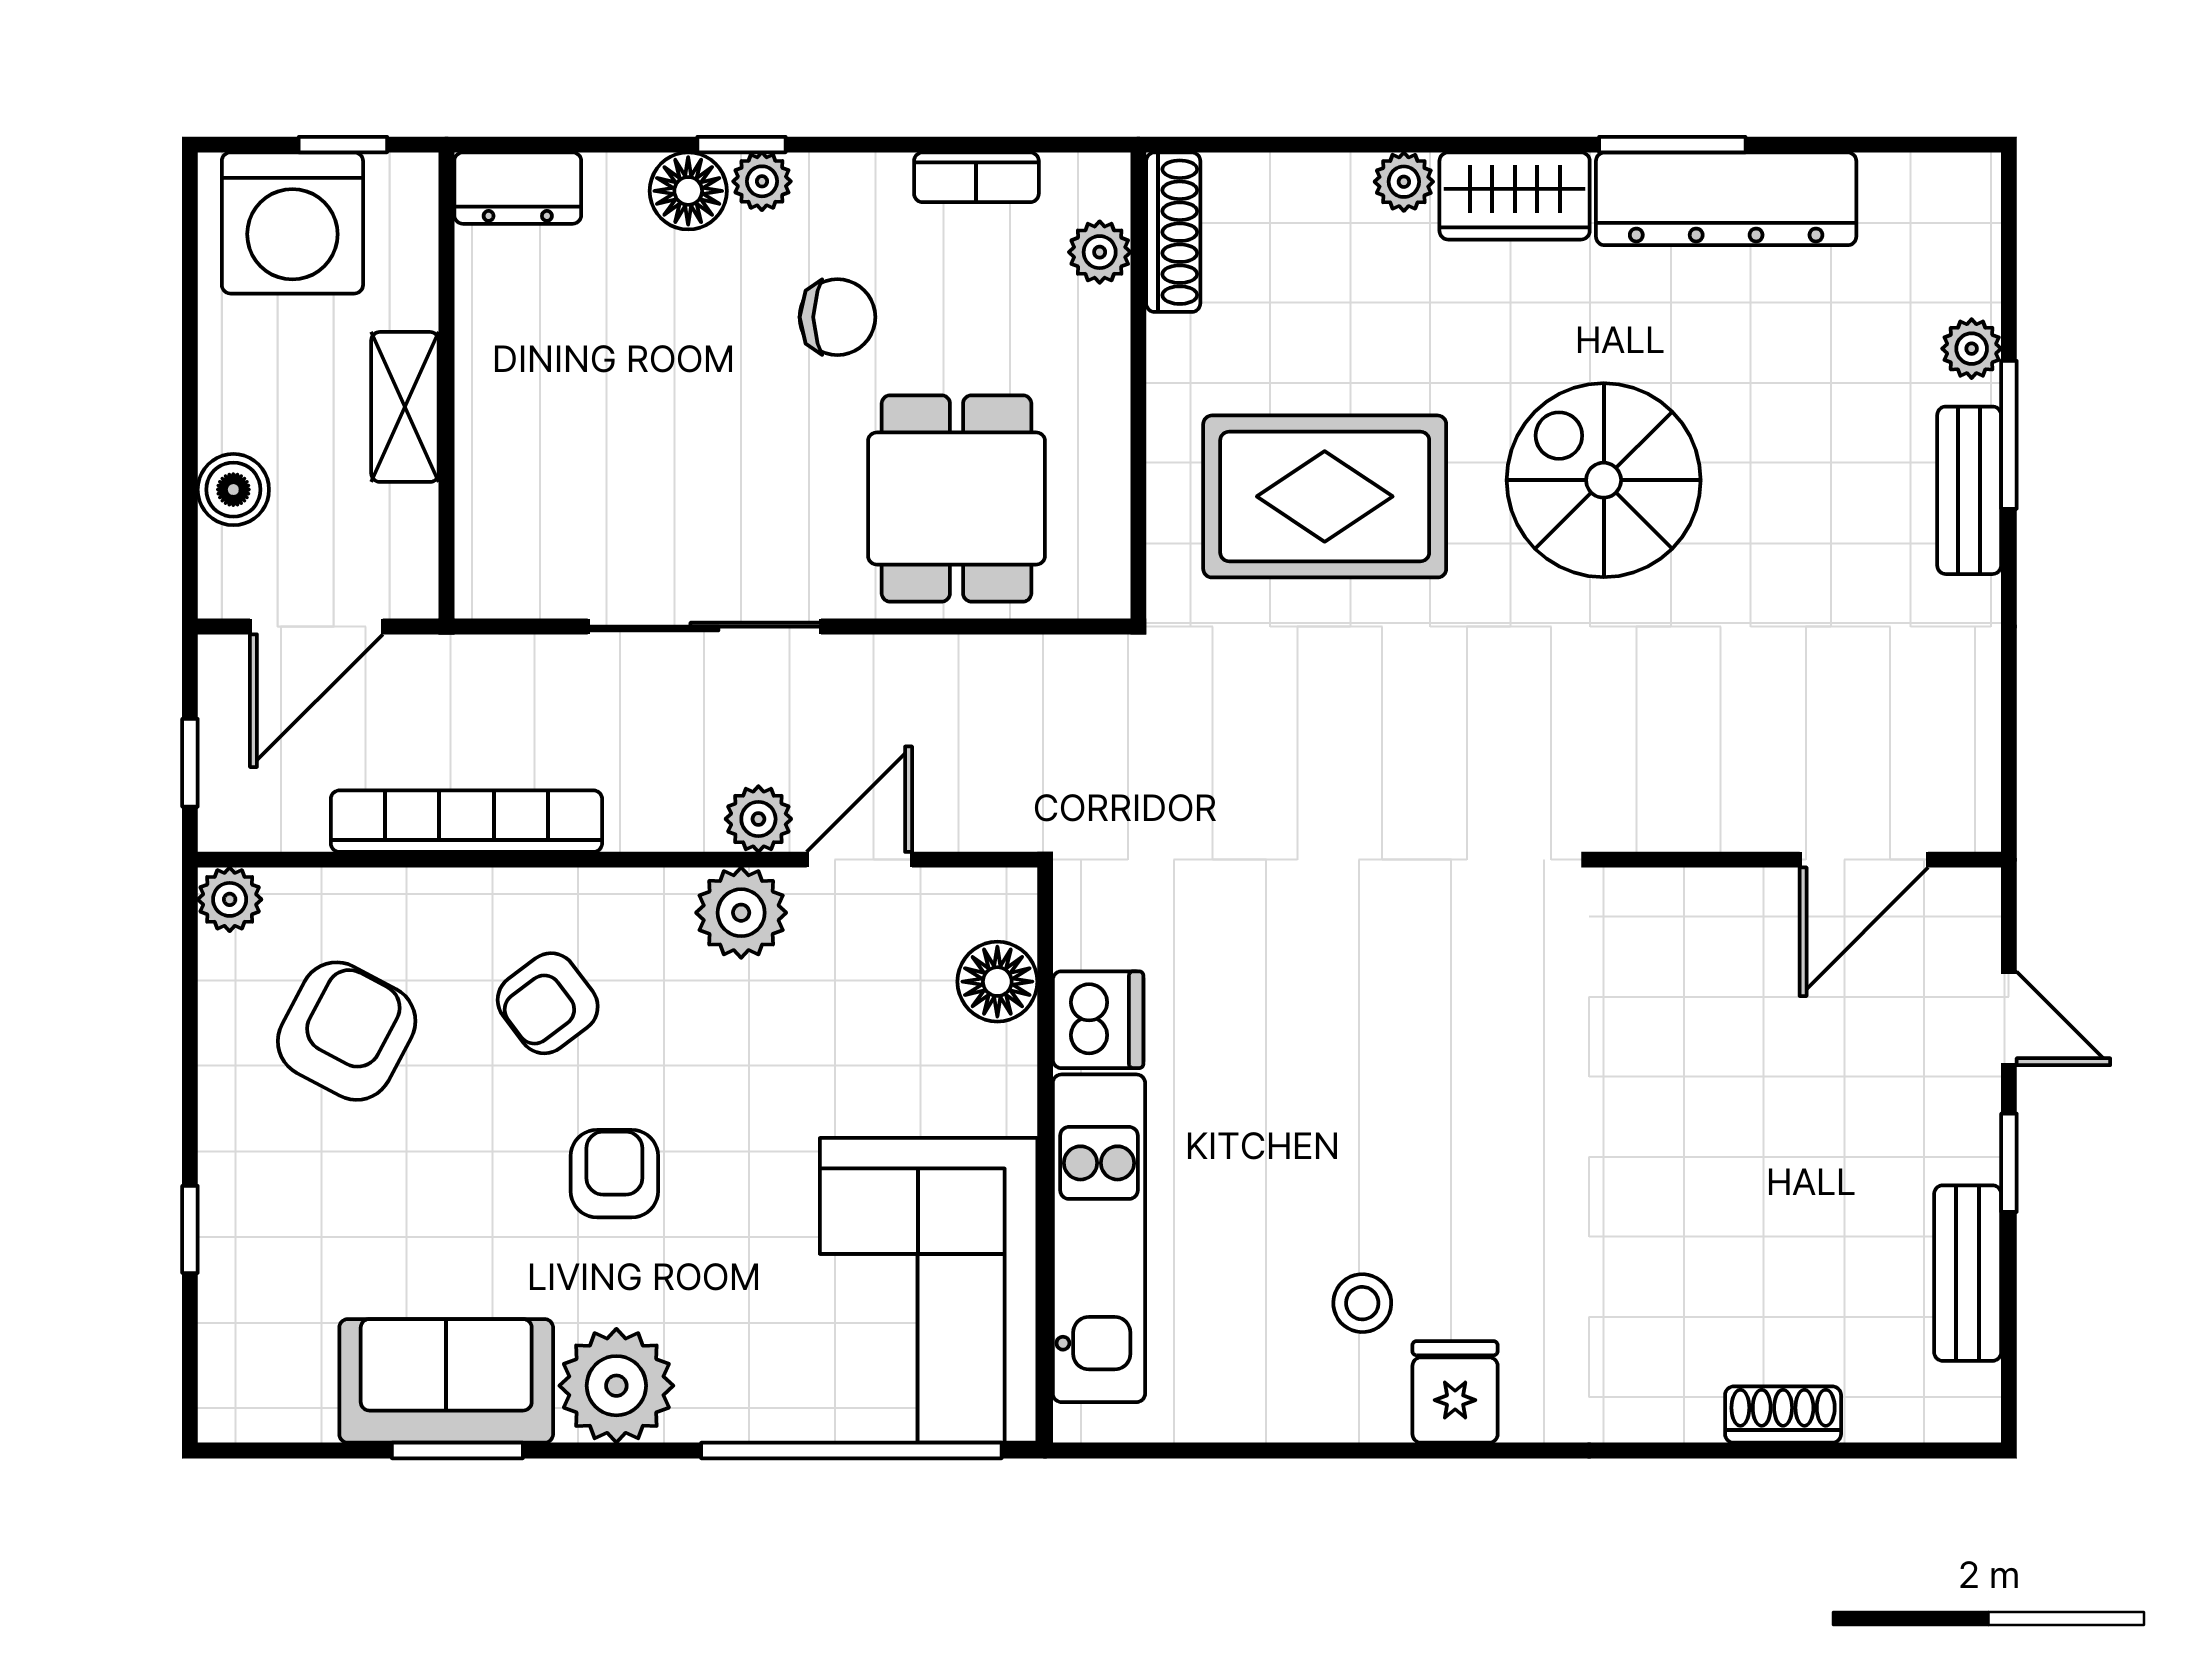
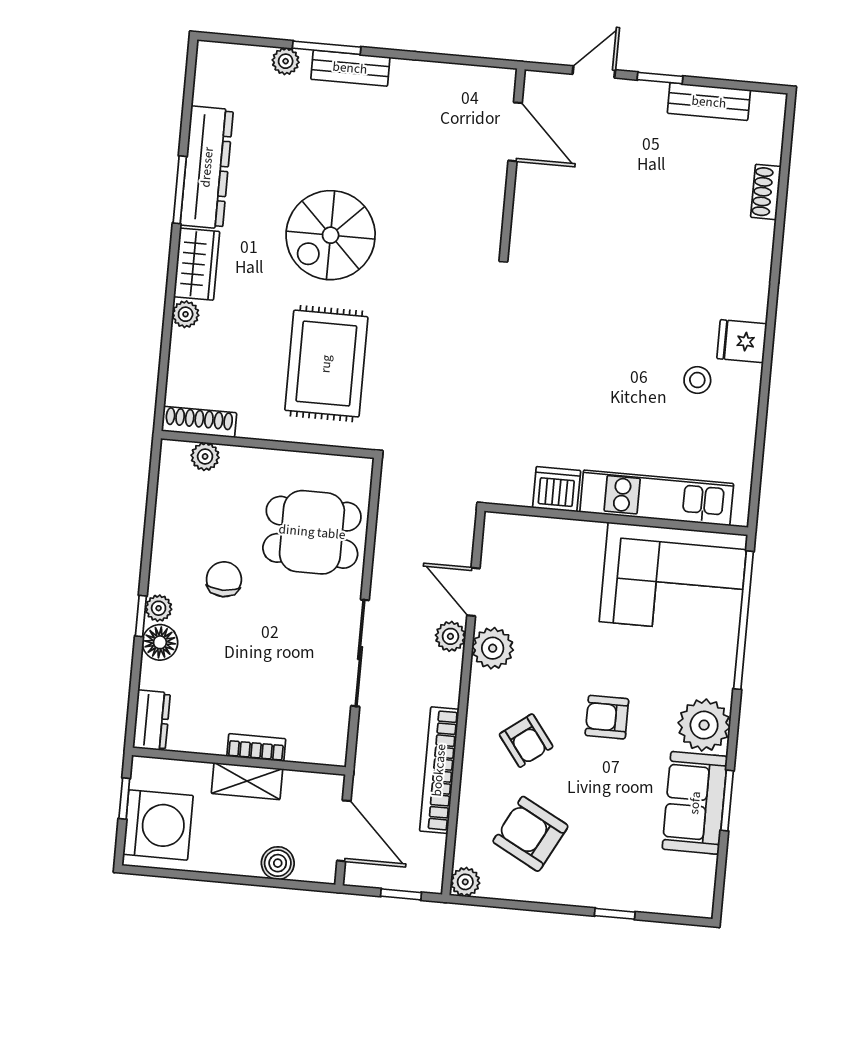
bookcase: (976, 177) -> (256, 748), moved, turned -90
floor lamp: (997, 982) -> (535, 534), removed

